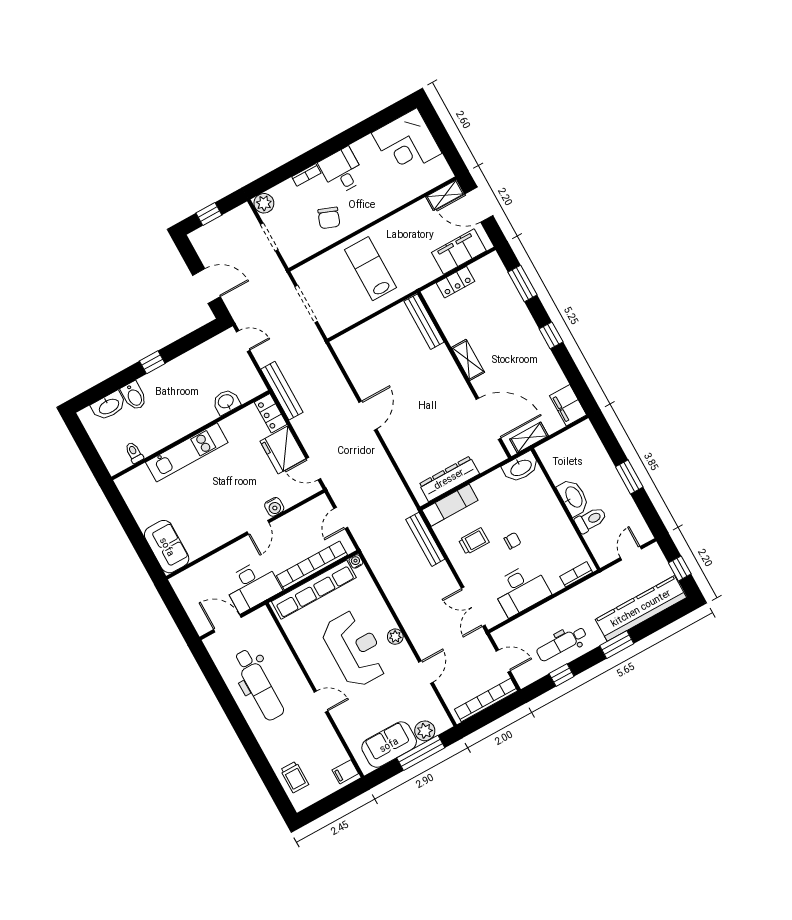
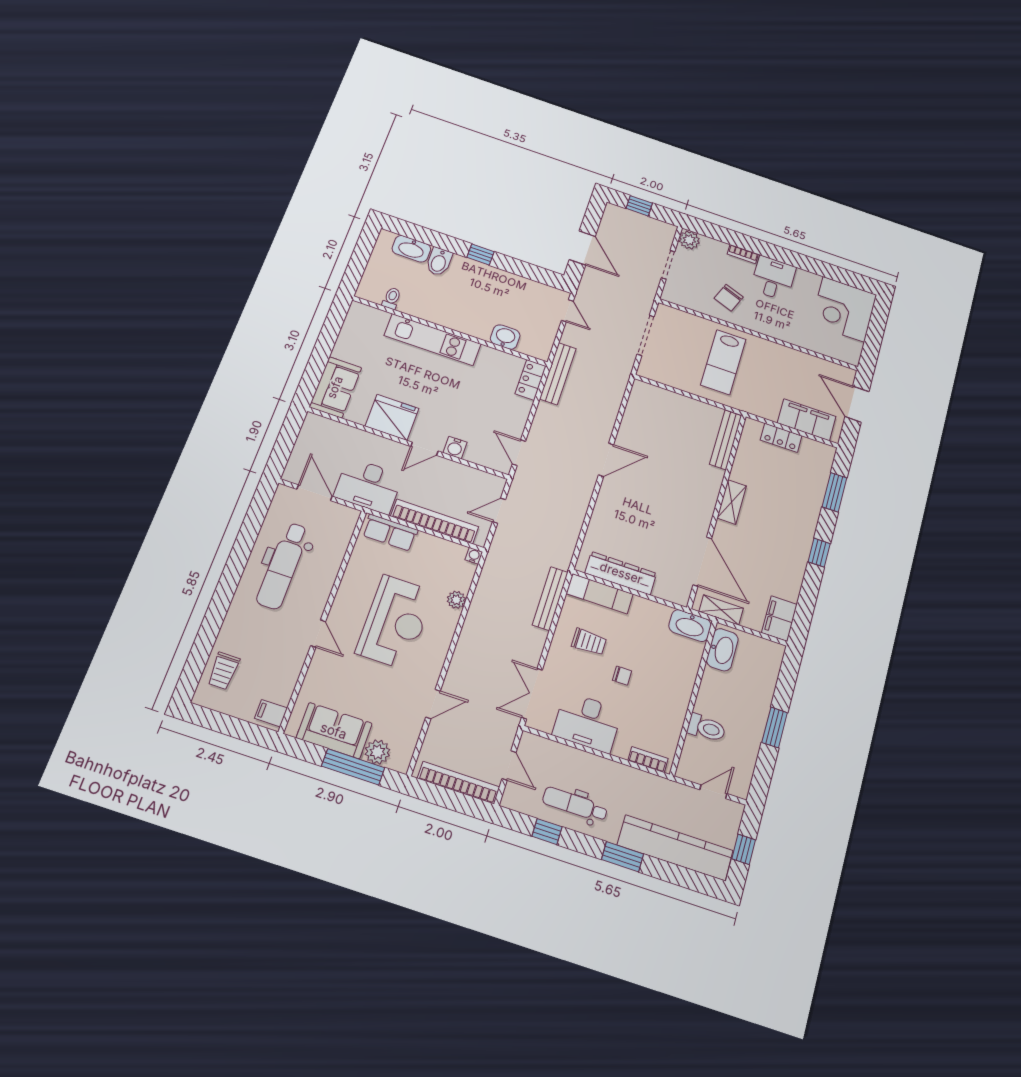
shelving: (445, 195) -> (837, 372), removed
lab bench: (370, 269) -> (723, 362), turned 180
fridge: (283, 450) -> (392, 417), moved, turned 90
washbasin: (573, 497) -> (722, 650), moved
row of seats: (314, 590) -> (390, 533), width x0.50
plant: (395, 637) -> (456, 600), moved

